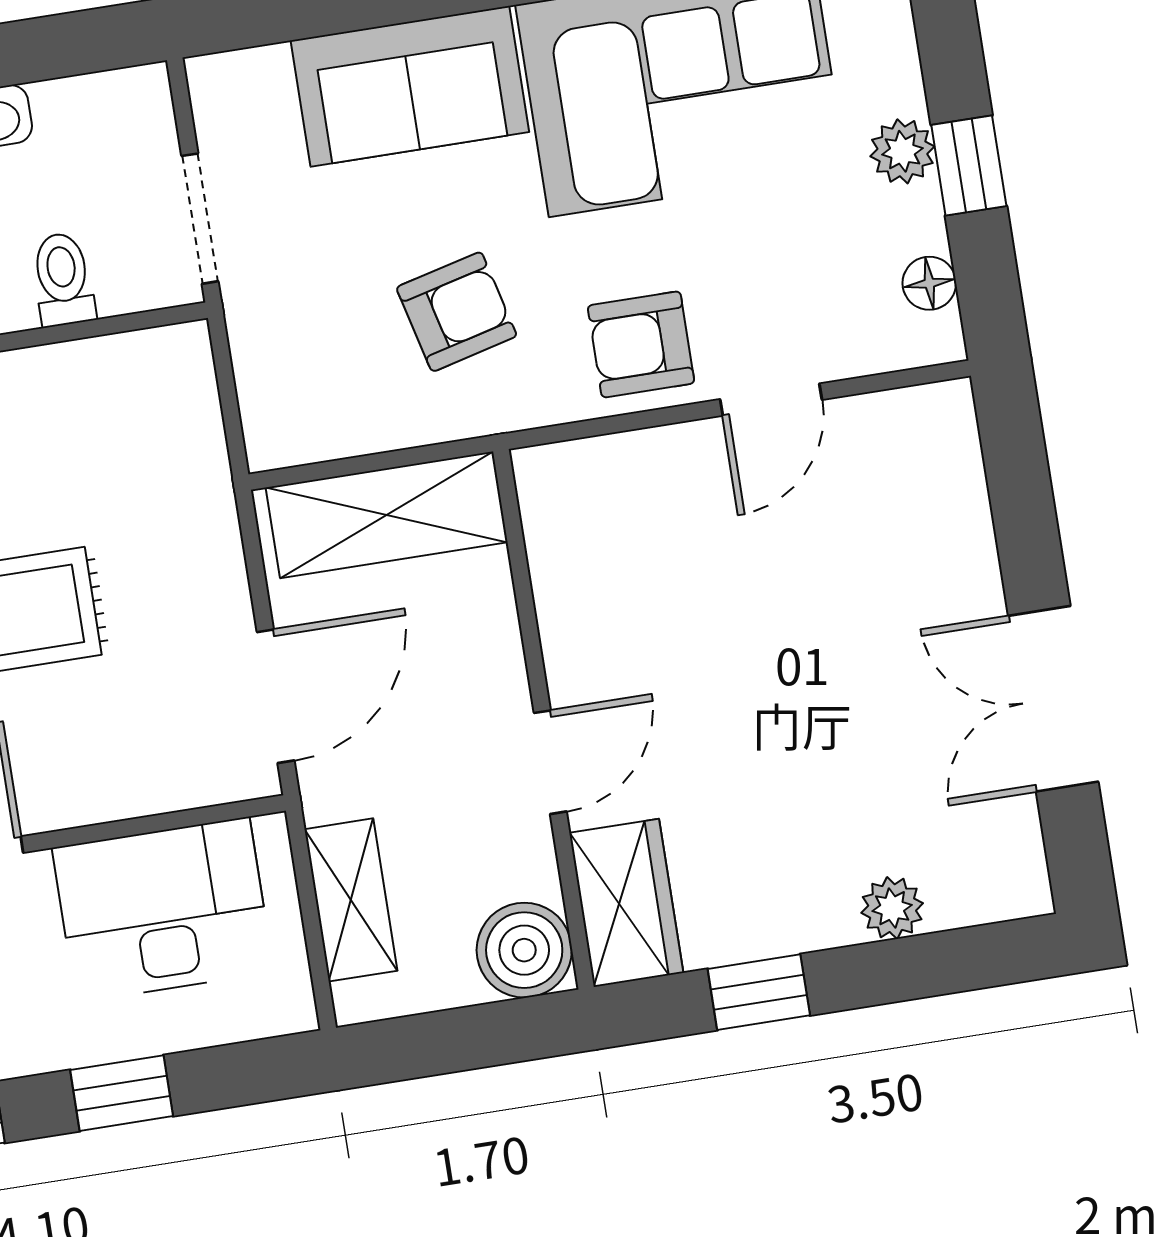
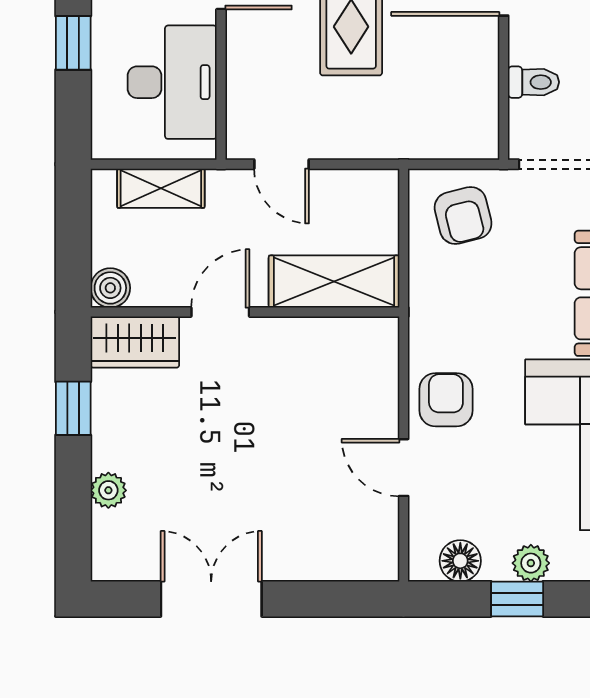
floor lamp: (929, 283) -> (460, 561), width x1.37, depth x1.37
armchair: (457, 312) -> (463, 216), moved
shelving: (387, 515) -> (334, 282), moved, turned 90
door: (276, 696) -> (282, 164), width x0.73
door: (550, 762) -> (220, 312), swing flipped
boiler: (524, 950) -> (110, 288), width x0.73, depth x0.73

